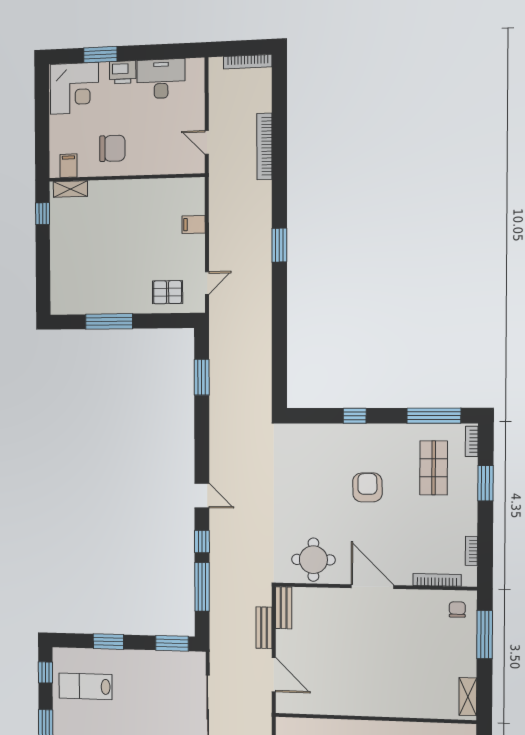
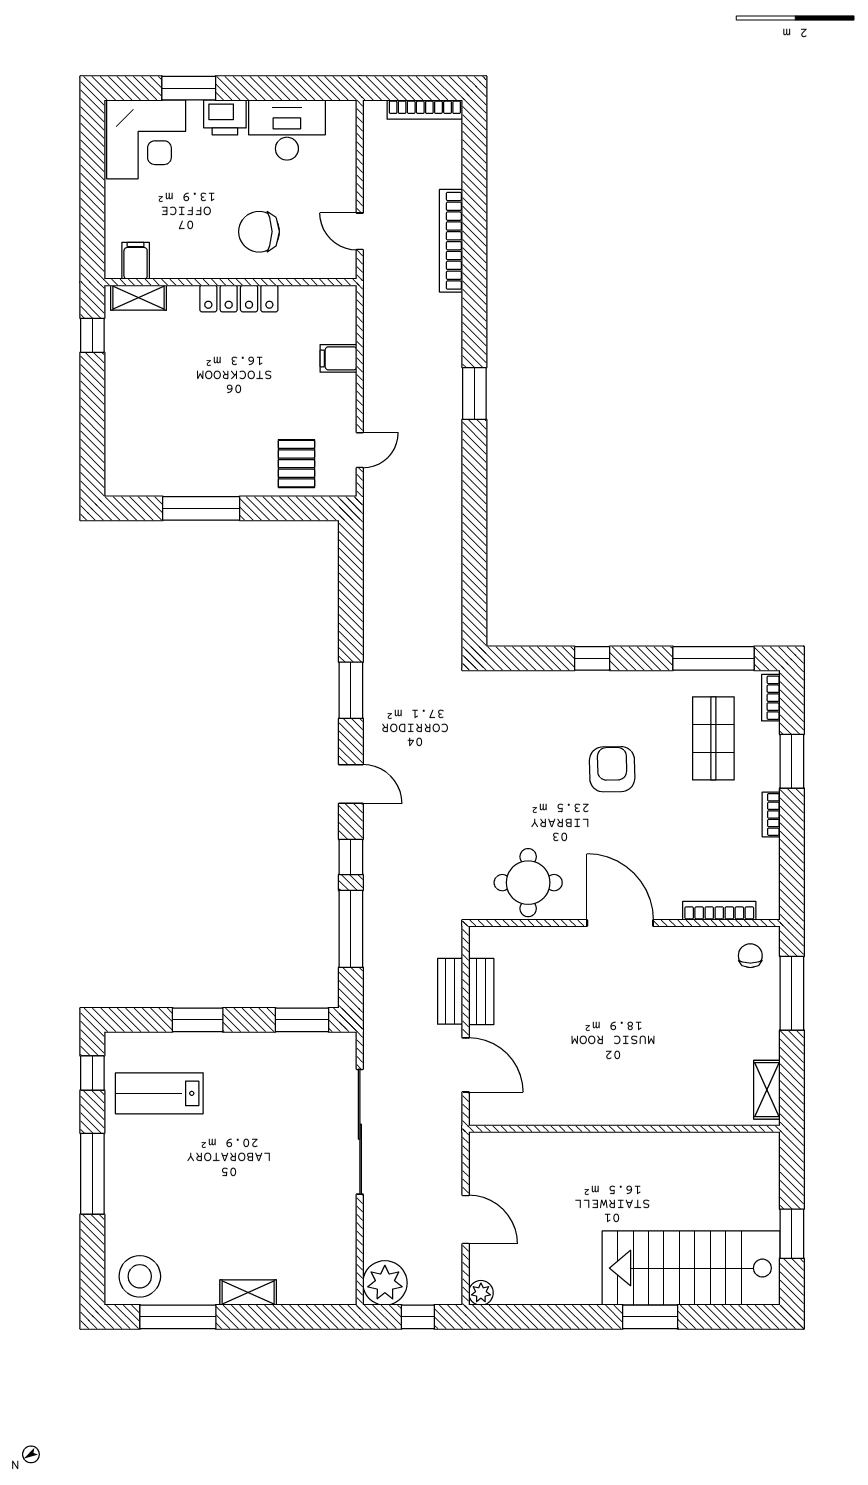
chair: (112, 148) -> (259, 232), moved, turned 180
locker: (132, 188) -> (239, 299), added
pallet: (168, 292) -> (296, 464), turned 90
window: (202, 377) -> (351, 690), moved
bookcase: (471, 551) -> (771, 814), moved
bench: (284, 608) -> (481, 992), moved

